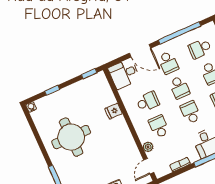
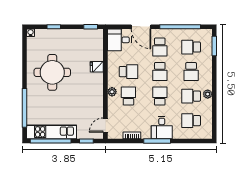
plant: (148, 147) -> (112, 92), moved

